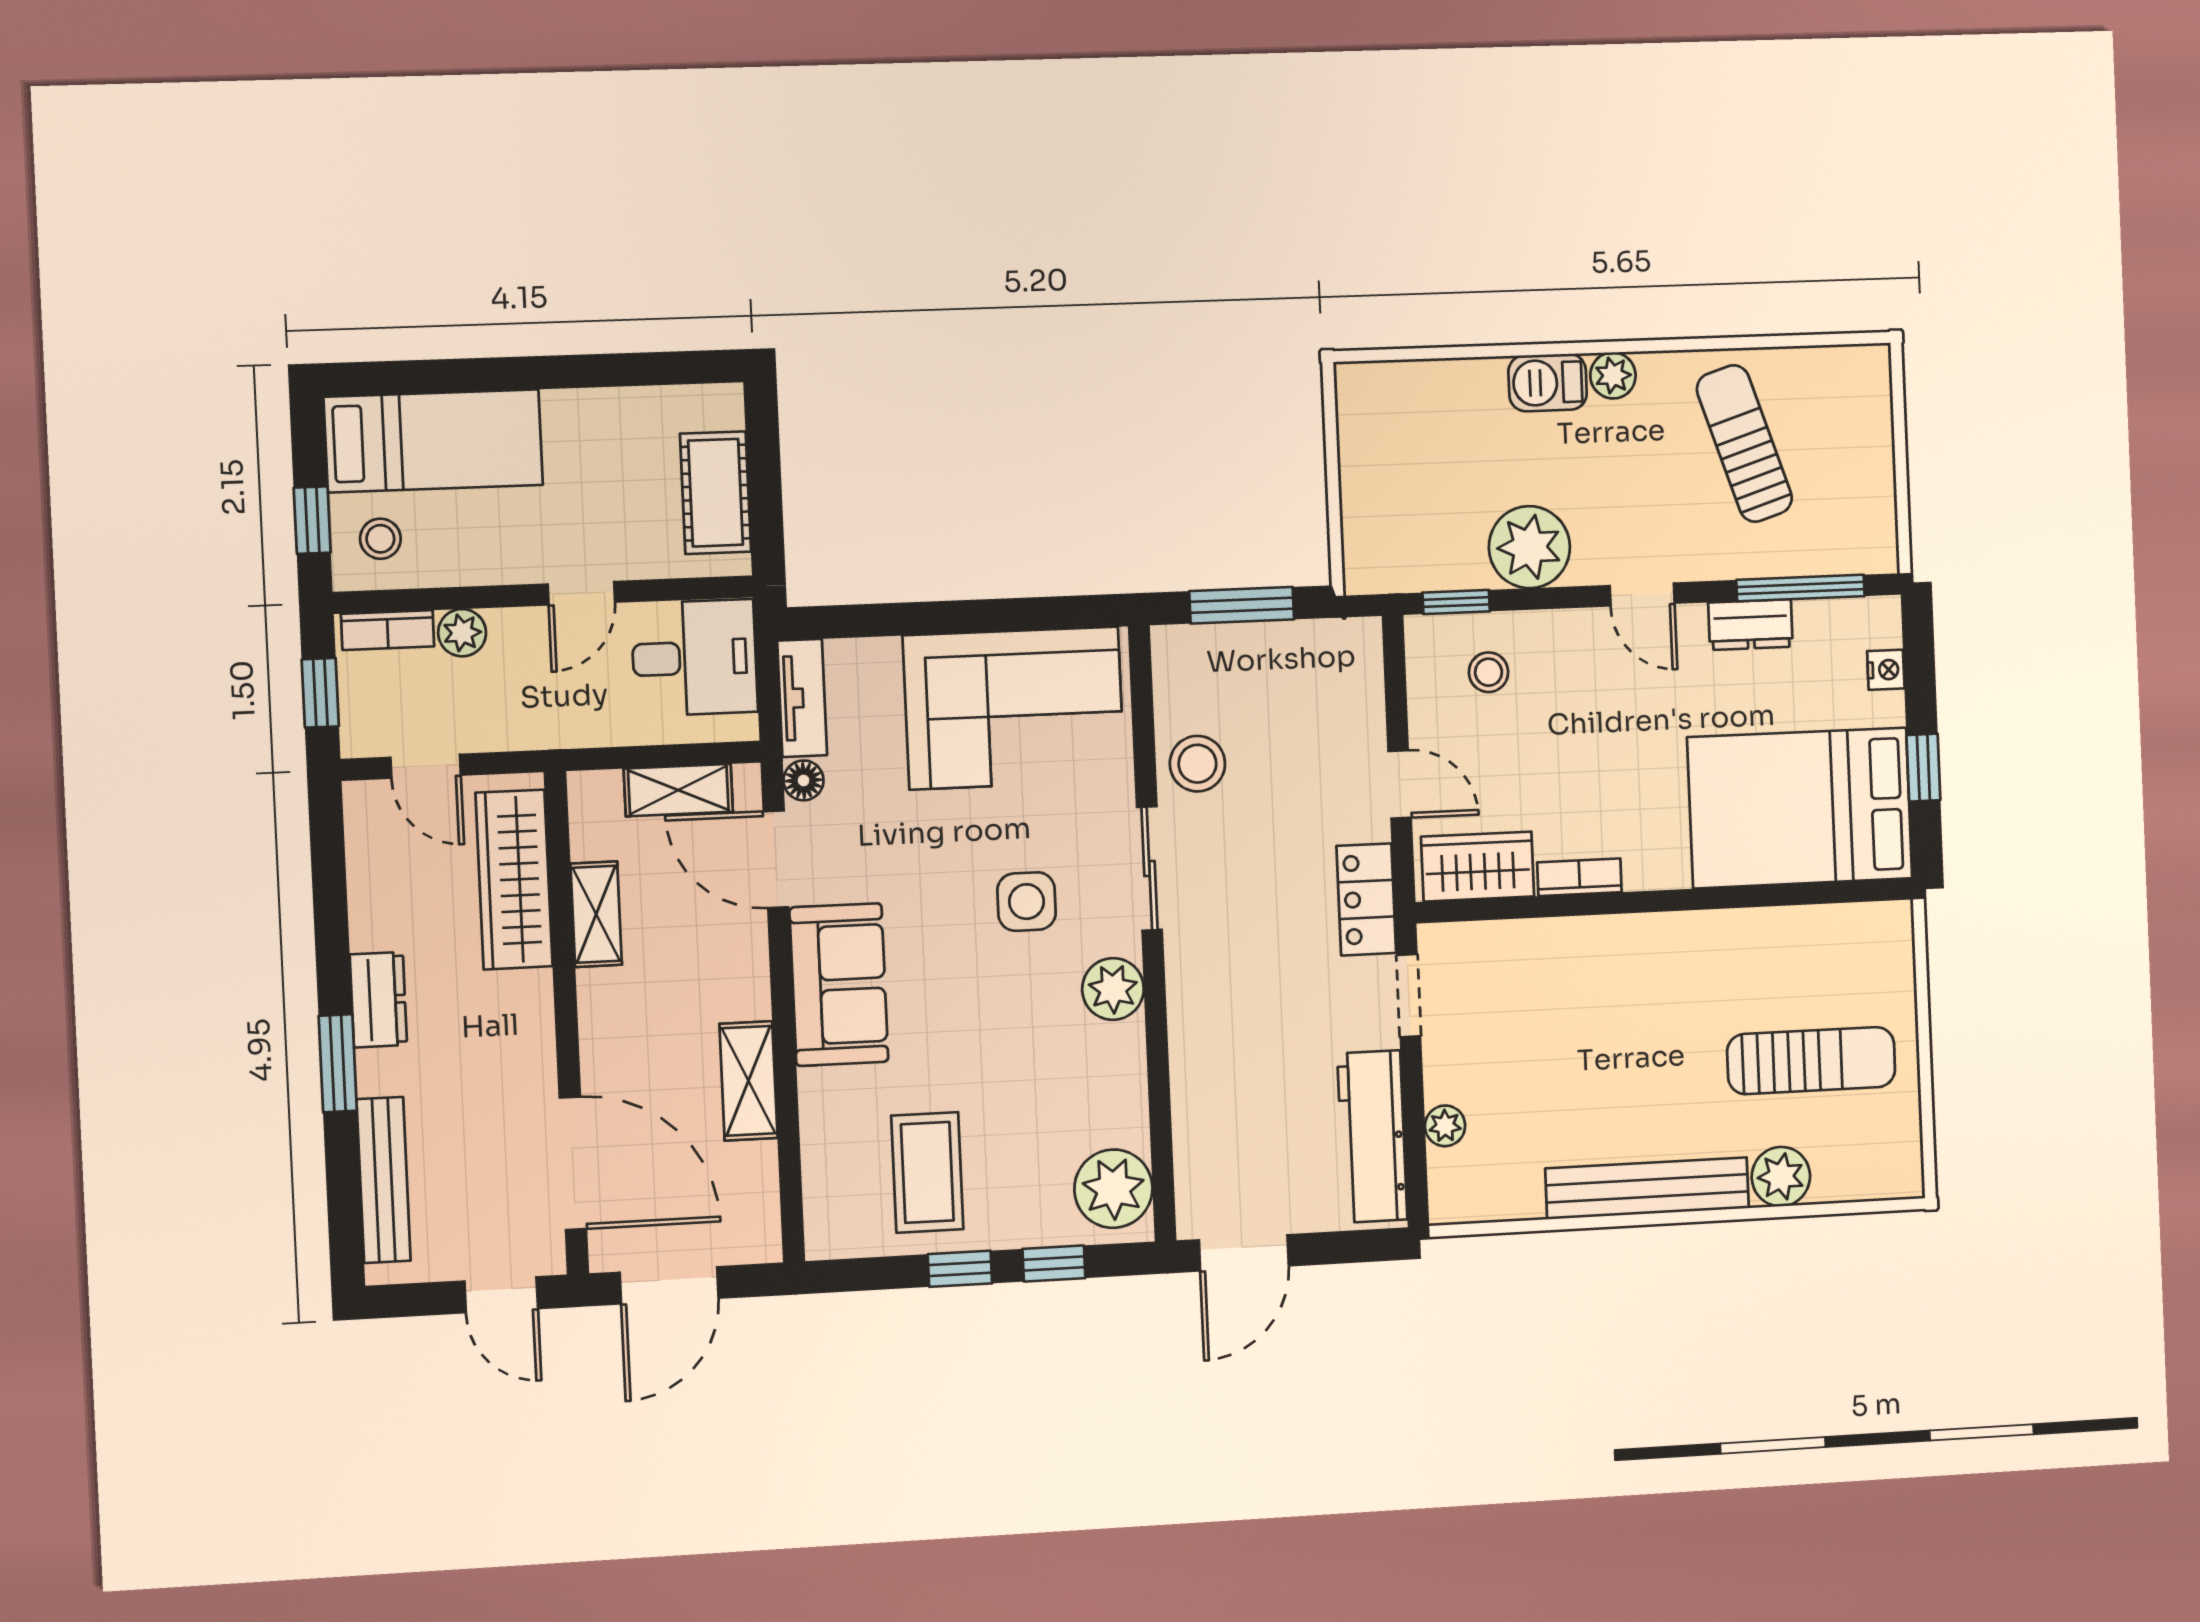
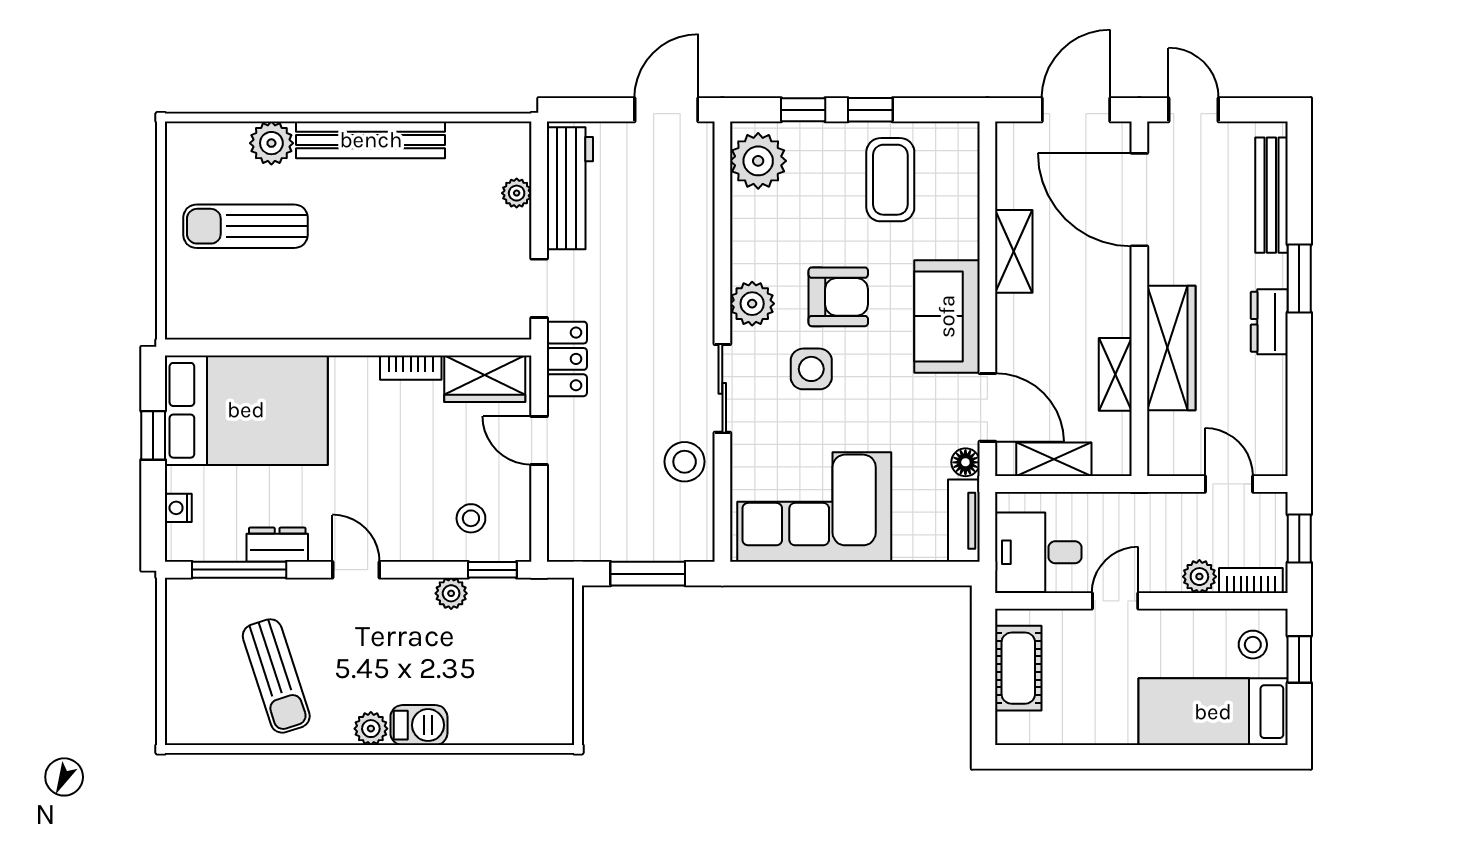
plant: (1529, 547) -> (451, 593), width x0.53, depth x0.53
wardrobe: (514, 880) -> (1171, 348), moved
armchair: (993, 1004) -> (838, 297), added

